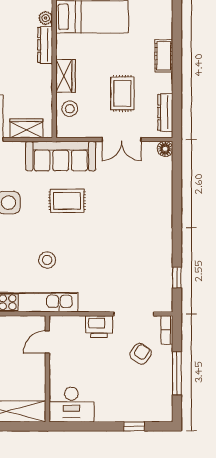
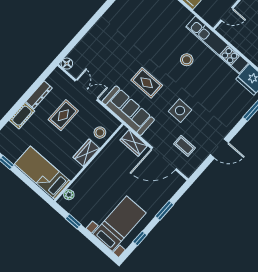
dresser: (45, 45) -> (82, 180), removed
dresser: (165, 112) -> (39, 95), moved

